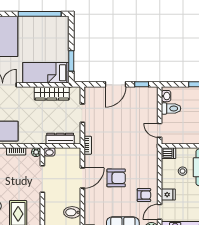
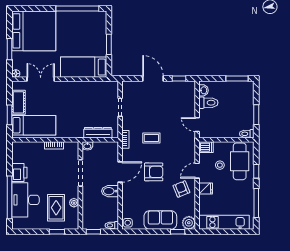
window: (71, 61) -> (109, 44), moved
door: (115, 84) -> (153, 79), swing flipped
wardrobe: (52, 93) -> (90, 88), removed
coffee table: (114, 144) -> (151, 138), added
plant: (36, 152) -> (74, 203), moved
armchair: (144, 195) -> (181, 189), turned -112
bidet: (72, 212) -> (110, 191), moved
door: (160, 212) -> (197, 171), moved

